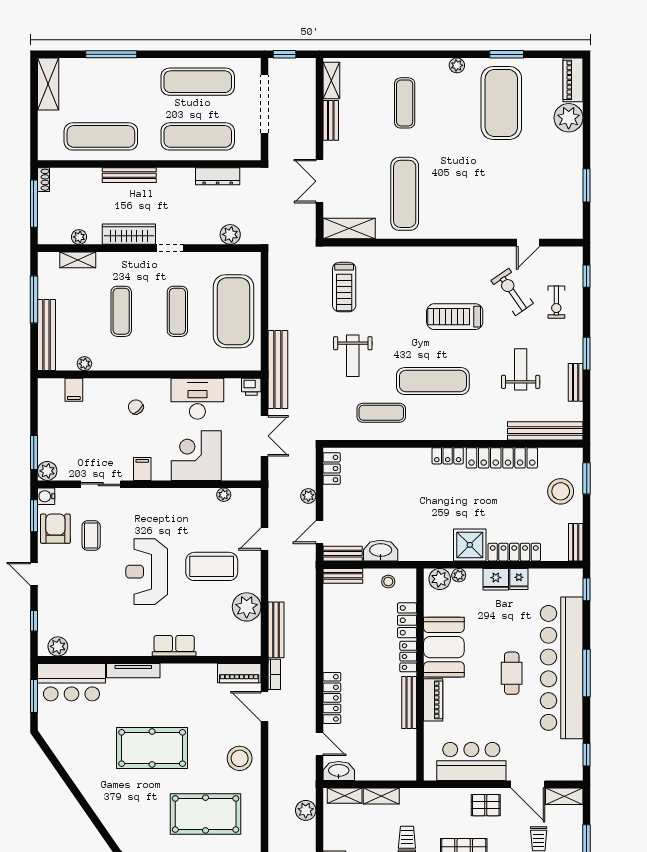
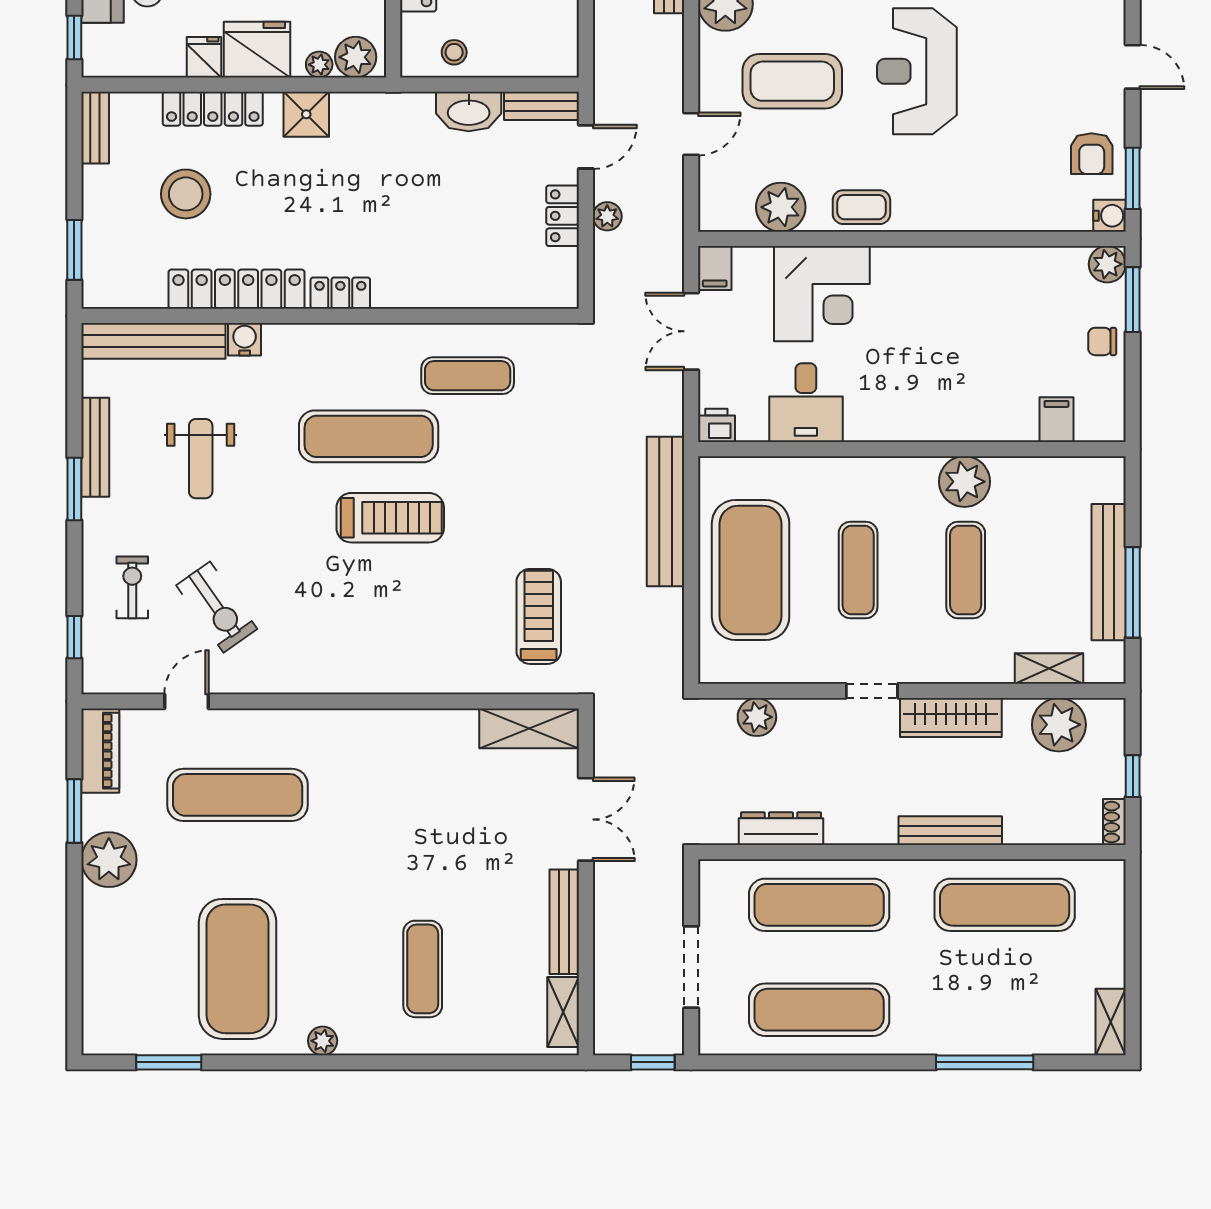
window: (507, 54) -> (169, 1062), moved
piano: (573, 80) -> (100, 751), moved
shelving: (48, 84) -> (1111, 1022), width x0.67, depth x0.75
doorway: (265, 104) -> (691, 967), width x0.73
plant: (569, 118) -> (109, 860), moved
bench: (331, 120) -> (564, 922), width x1.36
exercise mat: (405, 194) -> (238, 795), moved, turned 90
window: (34, 204) -> (1133, 776), width x0.46
plant: (79, 237) -> (1059, 725), width x1.87, depth x1.87
treadmill: (455, 317) -> (390, 518), moved
bench: (47, 335) -> (1109, 572), moved
weight bench: (353, 356) -> (522, 485), removed
plant: (84, 364) -> (965, 482), moved, width x1.88, depth x1.88
bench: (278, 369) -> (665, 511), moved
bench: (576, 382) -> (95, 447), width x1.36
desk: (197, 399) -> (806, 403), width x0.73
chair: (136, 407) -> (1102, 341), moved, turned 134
water cooler: (498, 432) -> (245, 339), added
filing cabinet: (142, 469) -> (715, 268), moved
locker: (332, 469) -> (563, 216), moved
sliding door: (101, 484) -> (1005, 239), removed
stool: (561, 491) -> (186, 194), moved
plant: (224, 495) -> (781, 207), width x1.87, depth x1.87
armchair: (55, 529) -> (1092, 154), width x0.72, depth x0.72
coffee table: (91, 536) -> (861, 207), moved, turned 90
shower: (470, 545) -> (306, 114), width x0.73, depth x0.73
reception desk: (147, 572) -> (917, 71), turned 180
bench: (343, 576) -> (541, 63), removed
fridge: (496, 579) -> (257, 50), width x1.36, depth x1.34

